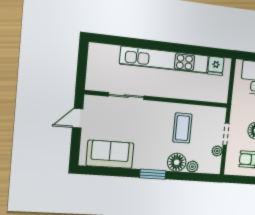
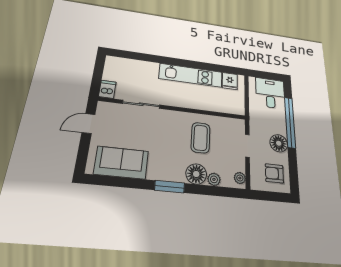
kitchen unit: (165, 60) -> (191, 75), width x0.73
dishwasher: (93, 81) -> (107, 89), added
plant: (217, 151) -> (240, 178), moved

